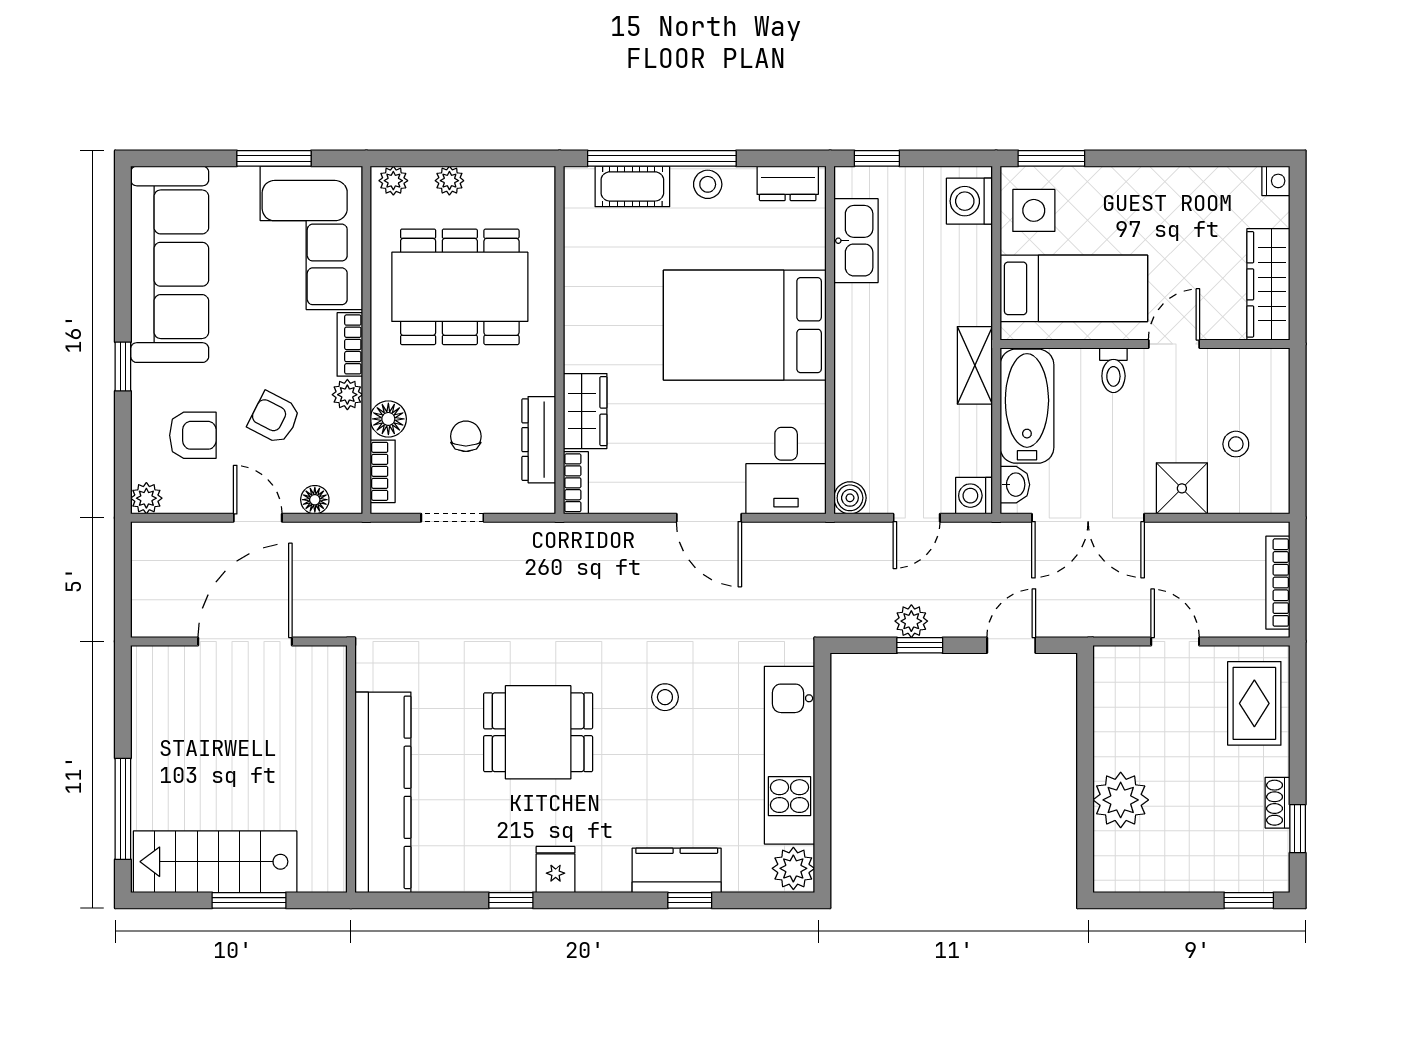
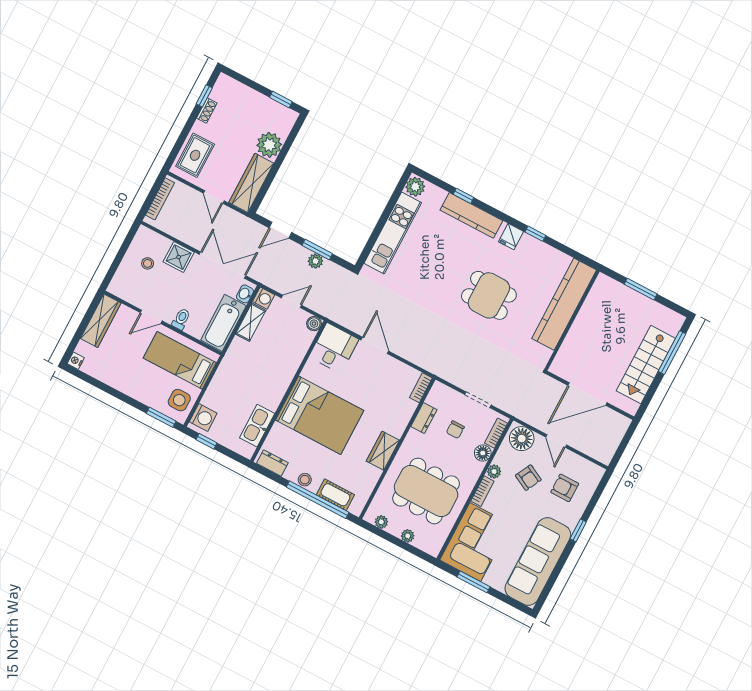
window: (877, 158) -> (207, 441), moved
plant: (393, 181) -> (381, 522), moved
shelving: (975, 365) -> (251, 322), moved
wardrobe: (585, 411) -> (383, 451), moved
dresser: (539, 440) -> (424, 418), width x0.70
plant: (146, 498) -> (597, 472), removed
floor lamp: (315, 500) -> (522, 439), width x1.89, depth x1.89
window: (920, 645) -> (317, 250), width x1.50
stool: (665, 697) -> (431, 283), removed
wardrobe: (1117, 707) -> (251, 183), added
stairs: (215, 862) -> (646, 365), moved, turned 90
kitchen counter: (677, 870) -> (471, 215), width x1.50
window: (1249, 900) -> (281, 99), moved

